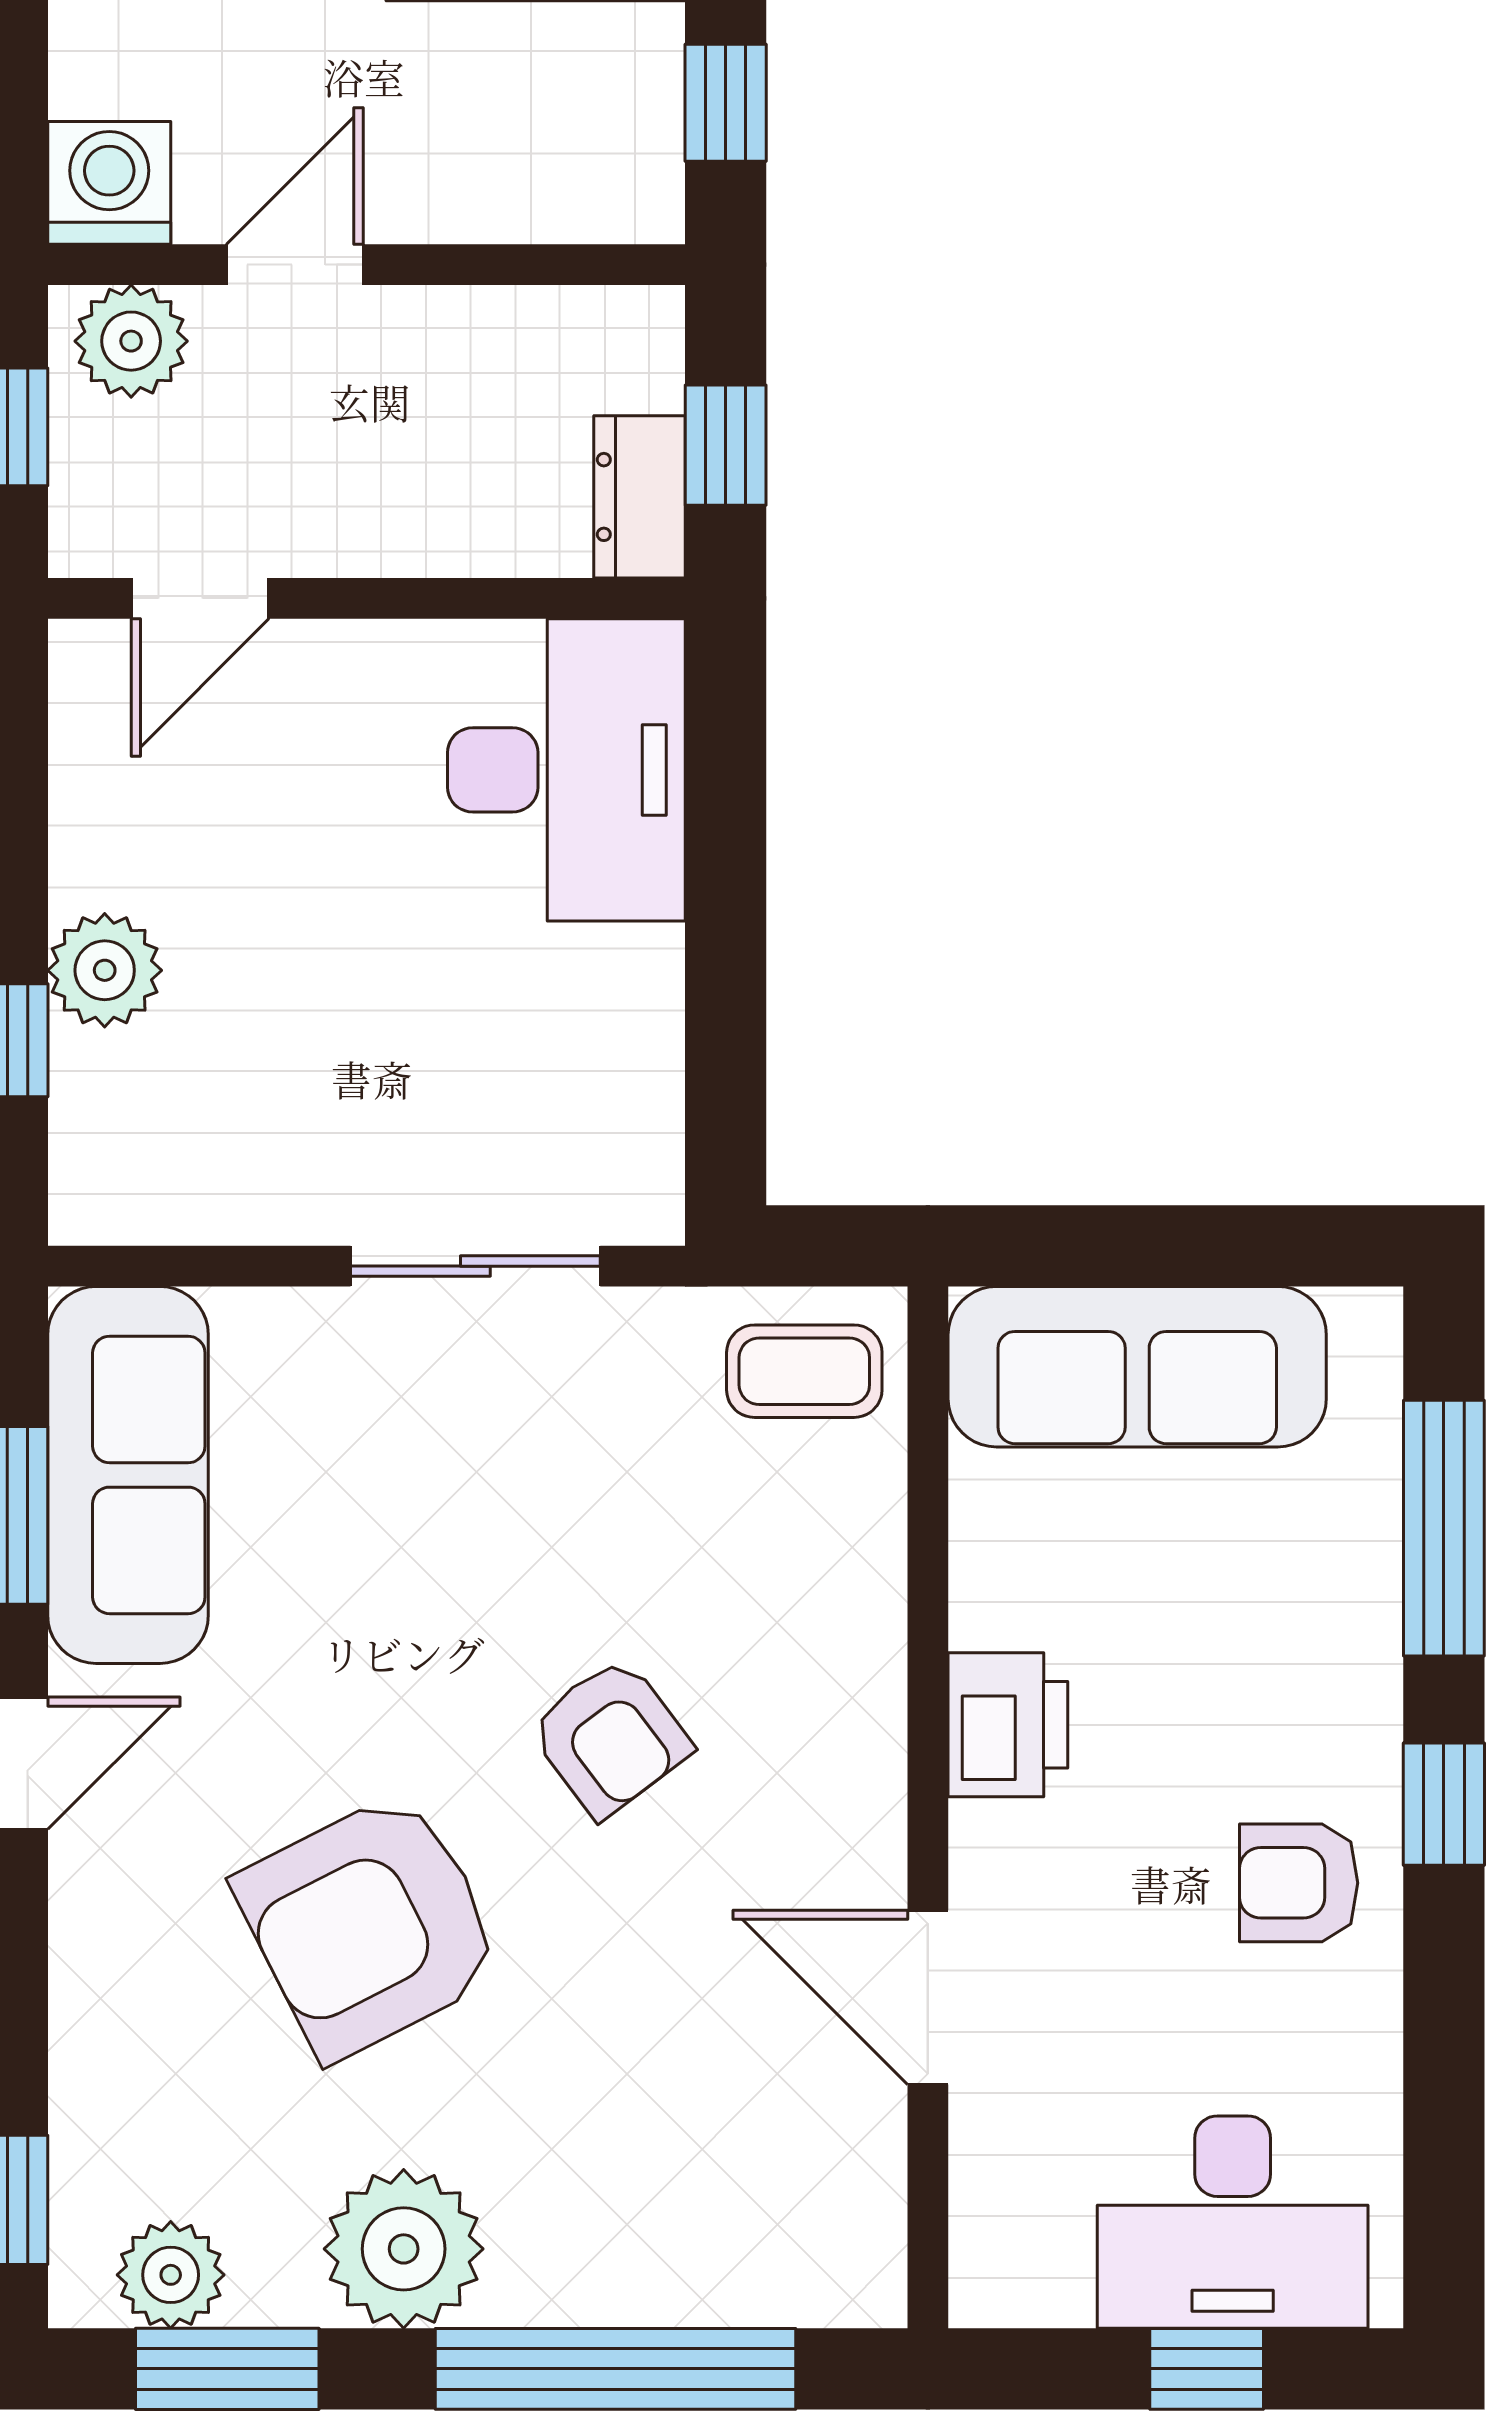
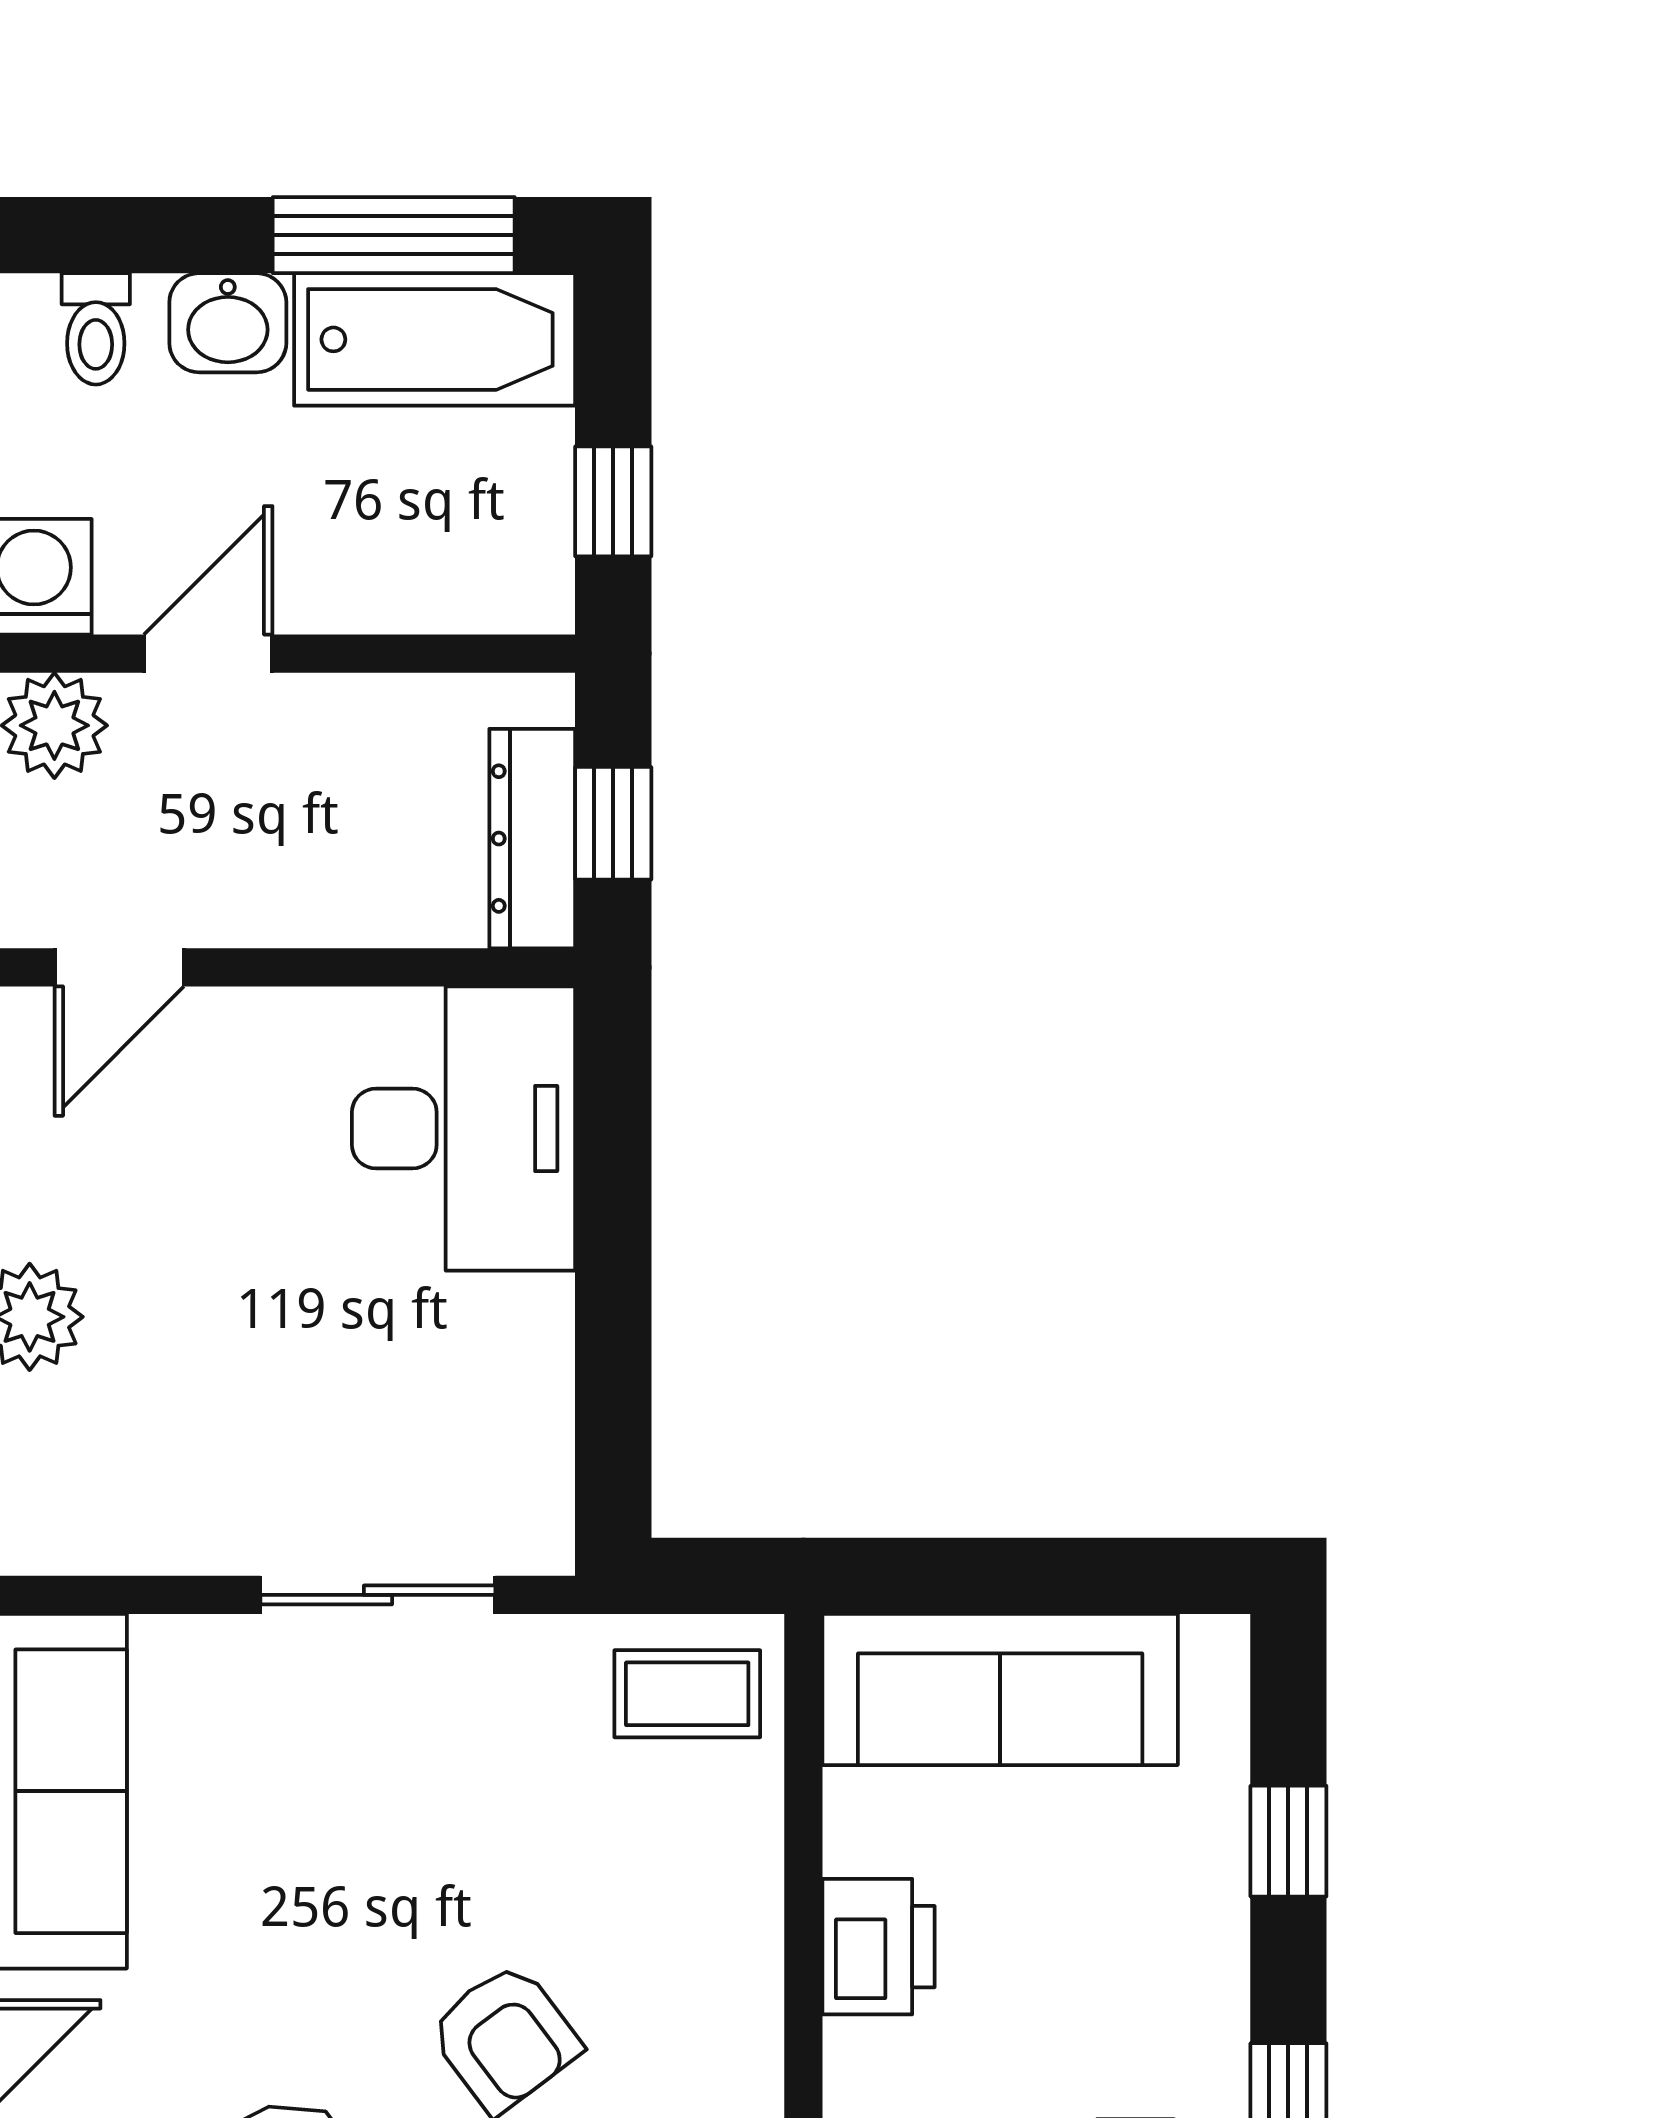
dresser: (639, 497) -> (532, 839), width x1.44
window: (1444, 1528) -> (1288, 1841), width x0.46
printer: (1008, 1725) -> (879, 1947), moved

